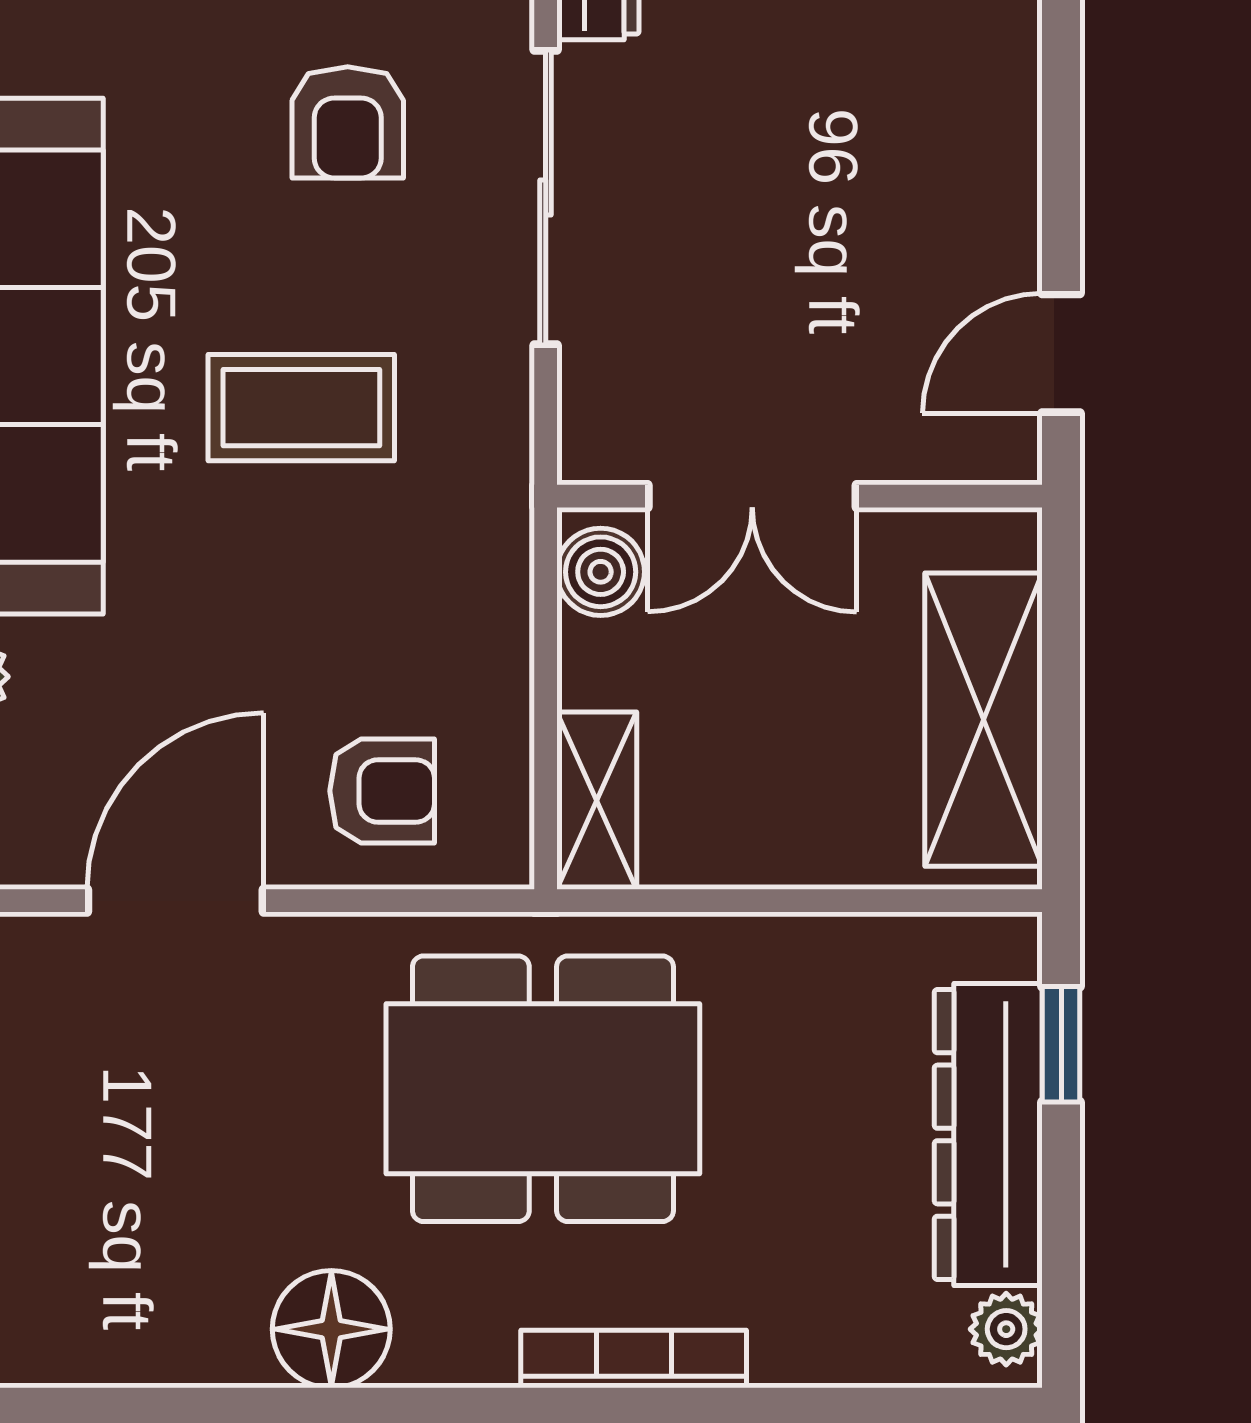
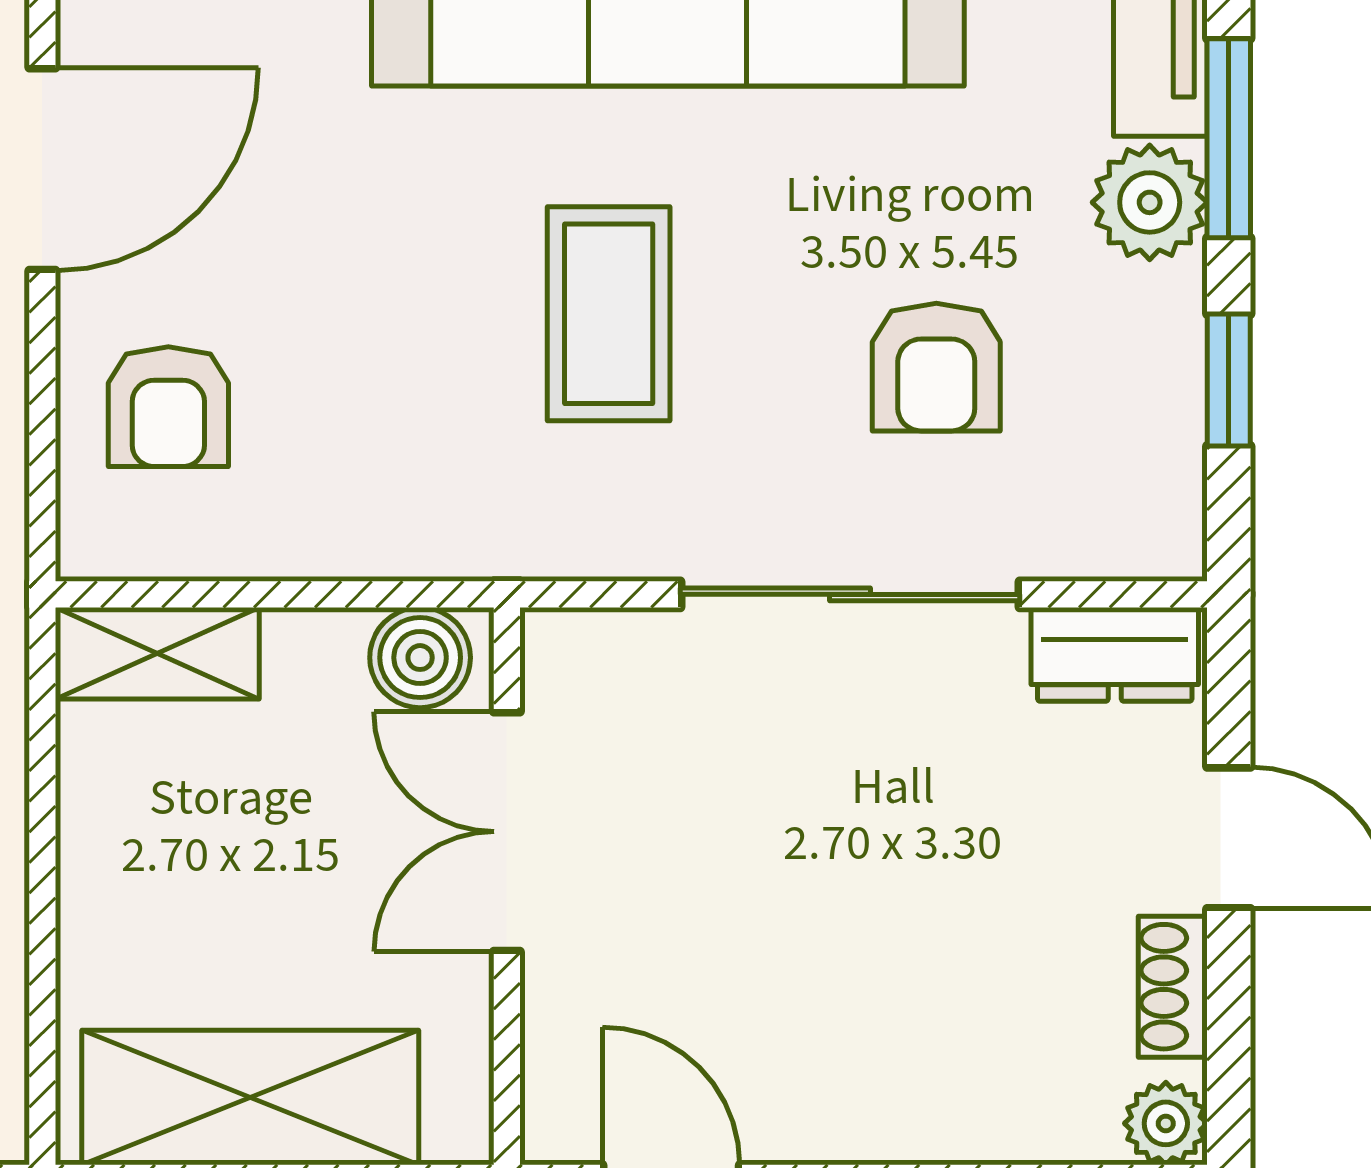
armchair: (348, 122) -> (936, 367), turned -90
door: (175, 901) -> (42, 169), hinge flipped

